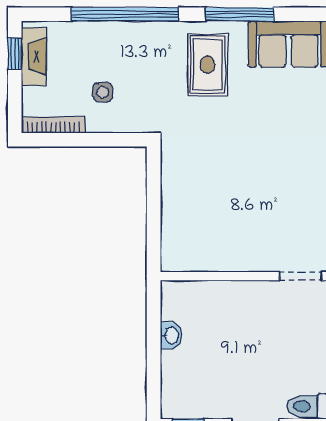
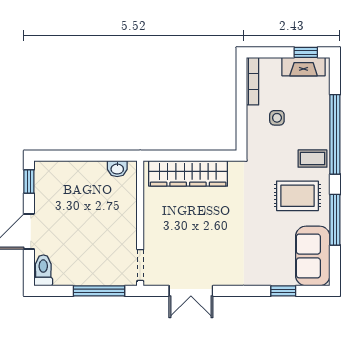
coffee table: (157, 44) -> (313, 159), added
wardrobe: (177, 212) -> (188, 173), added
washbasin: (171, 335) -> (117, 169), moved

